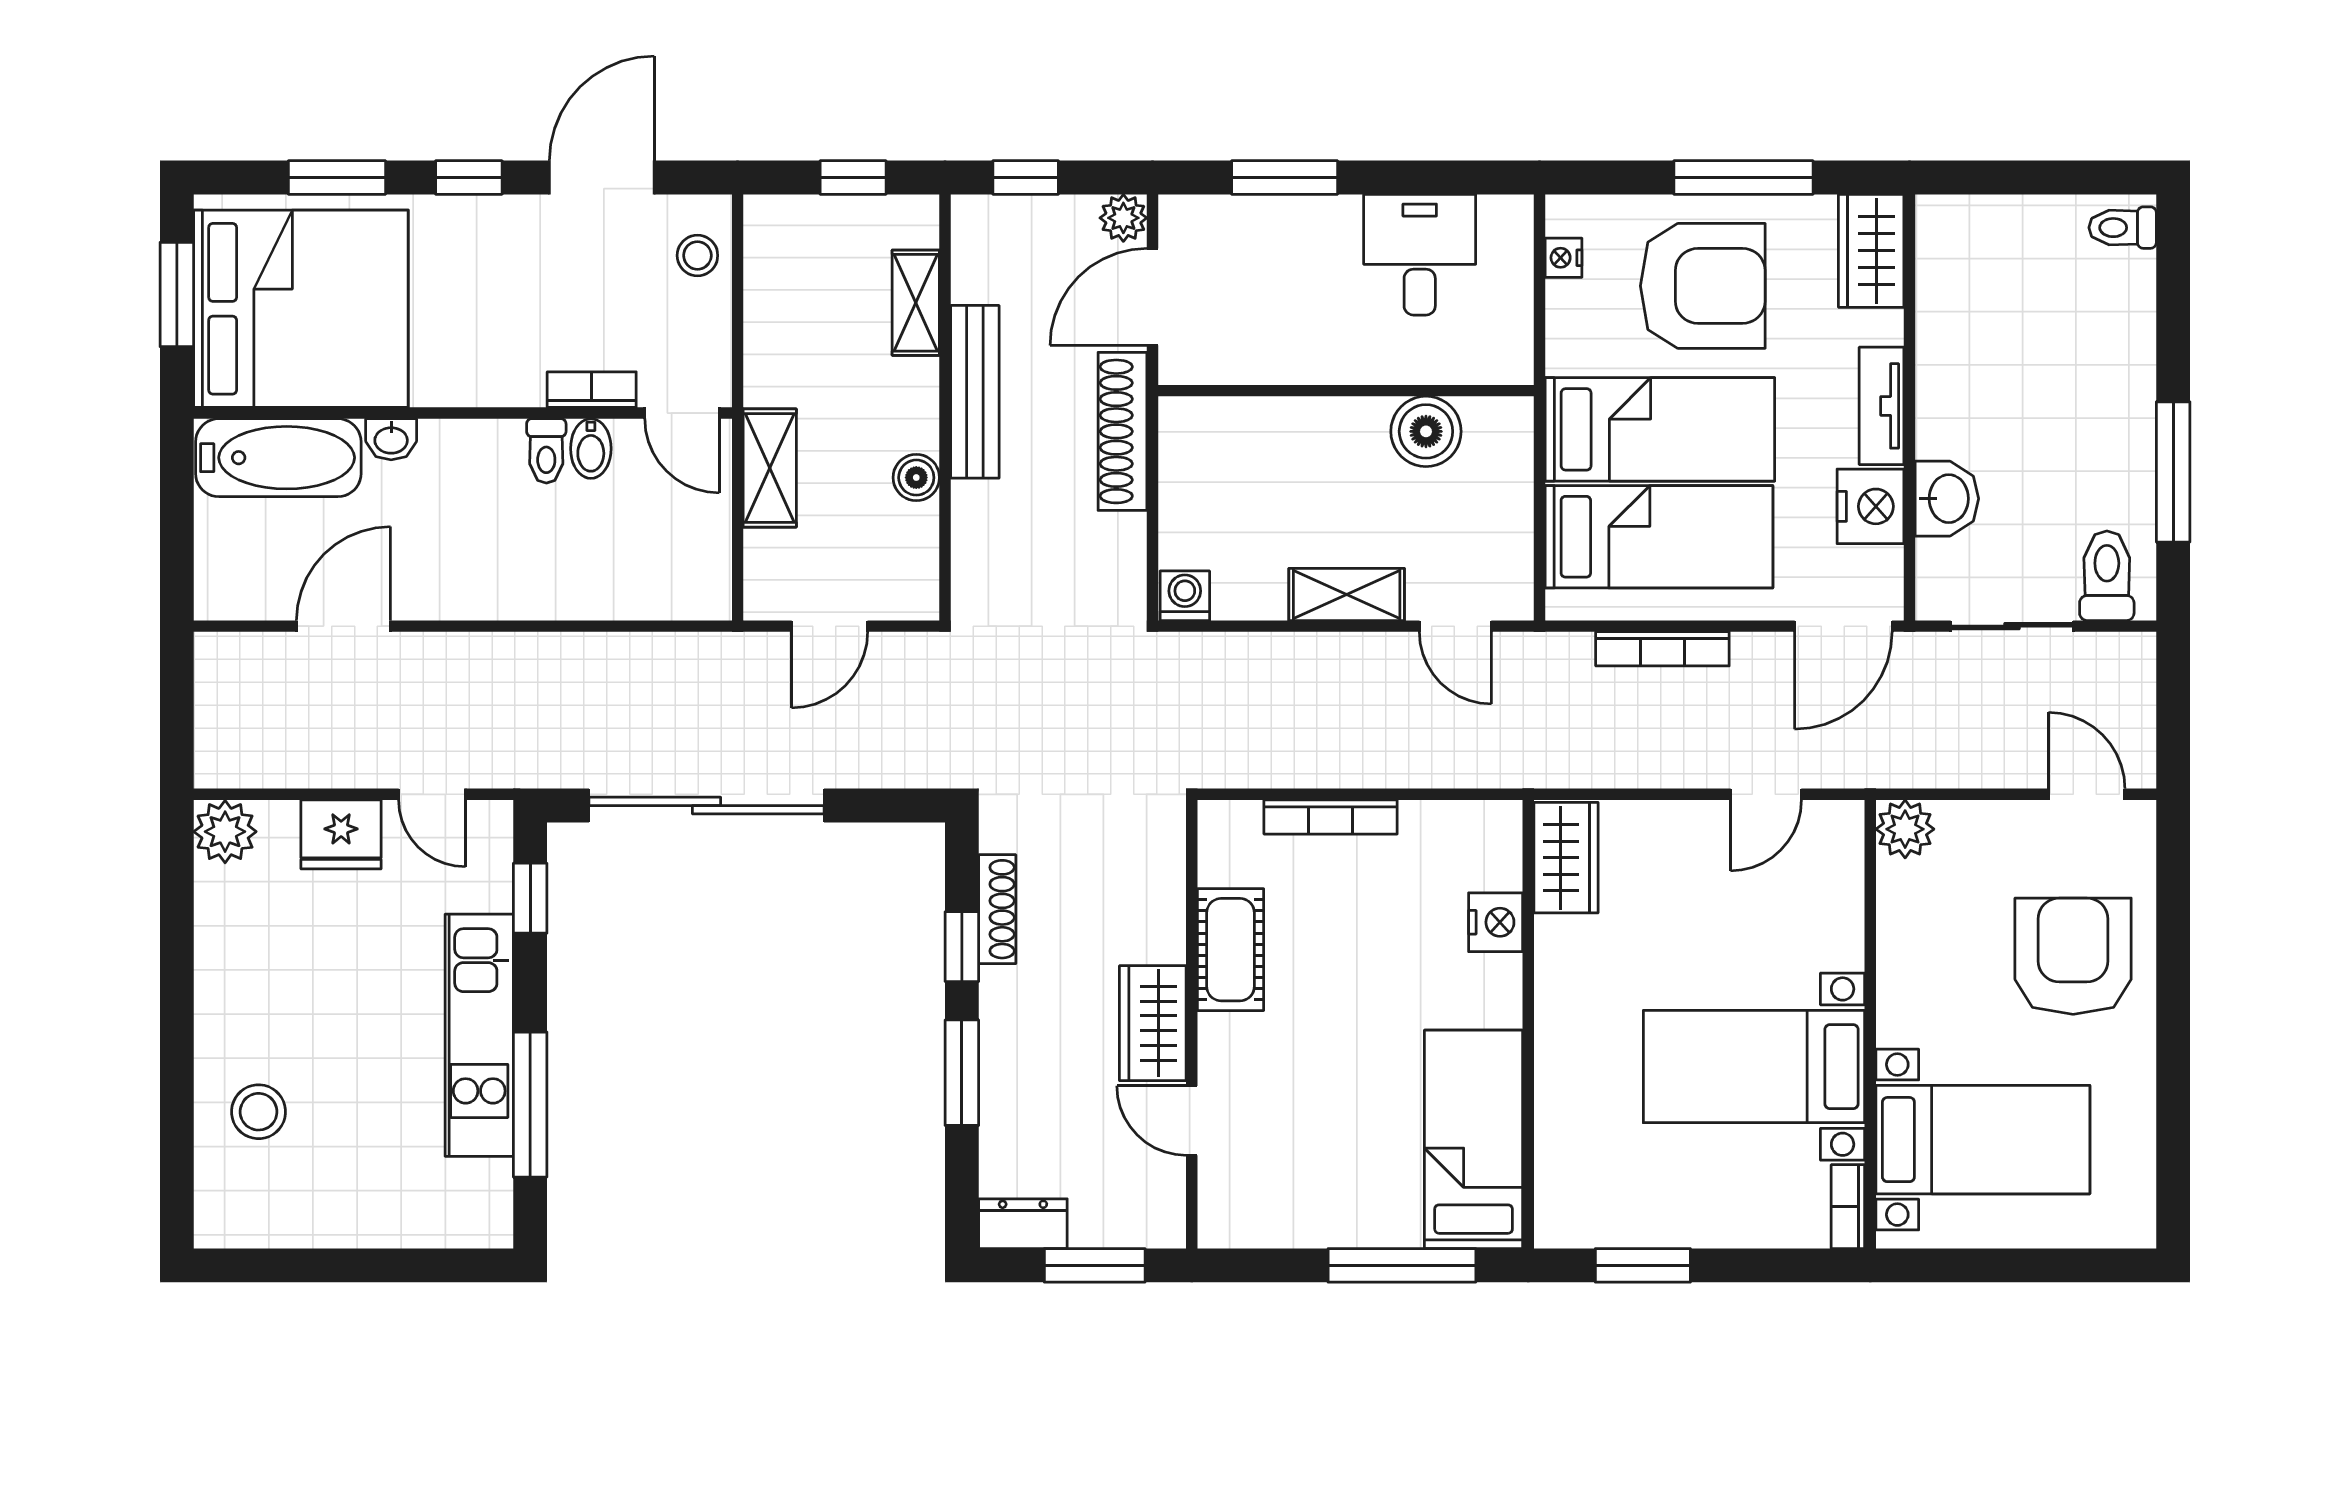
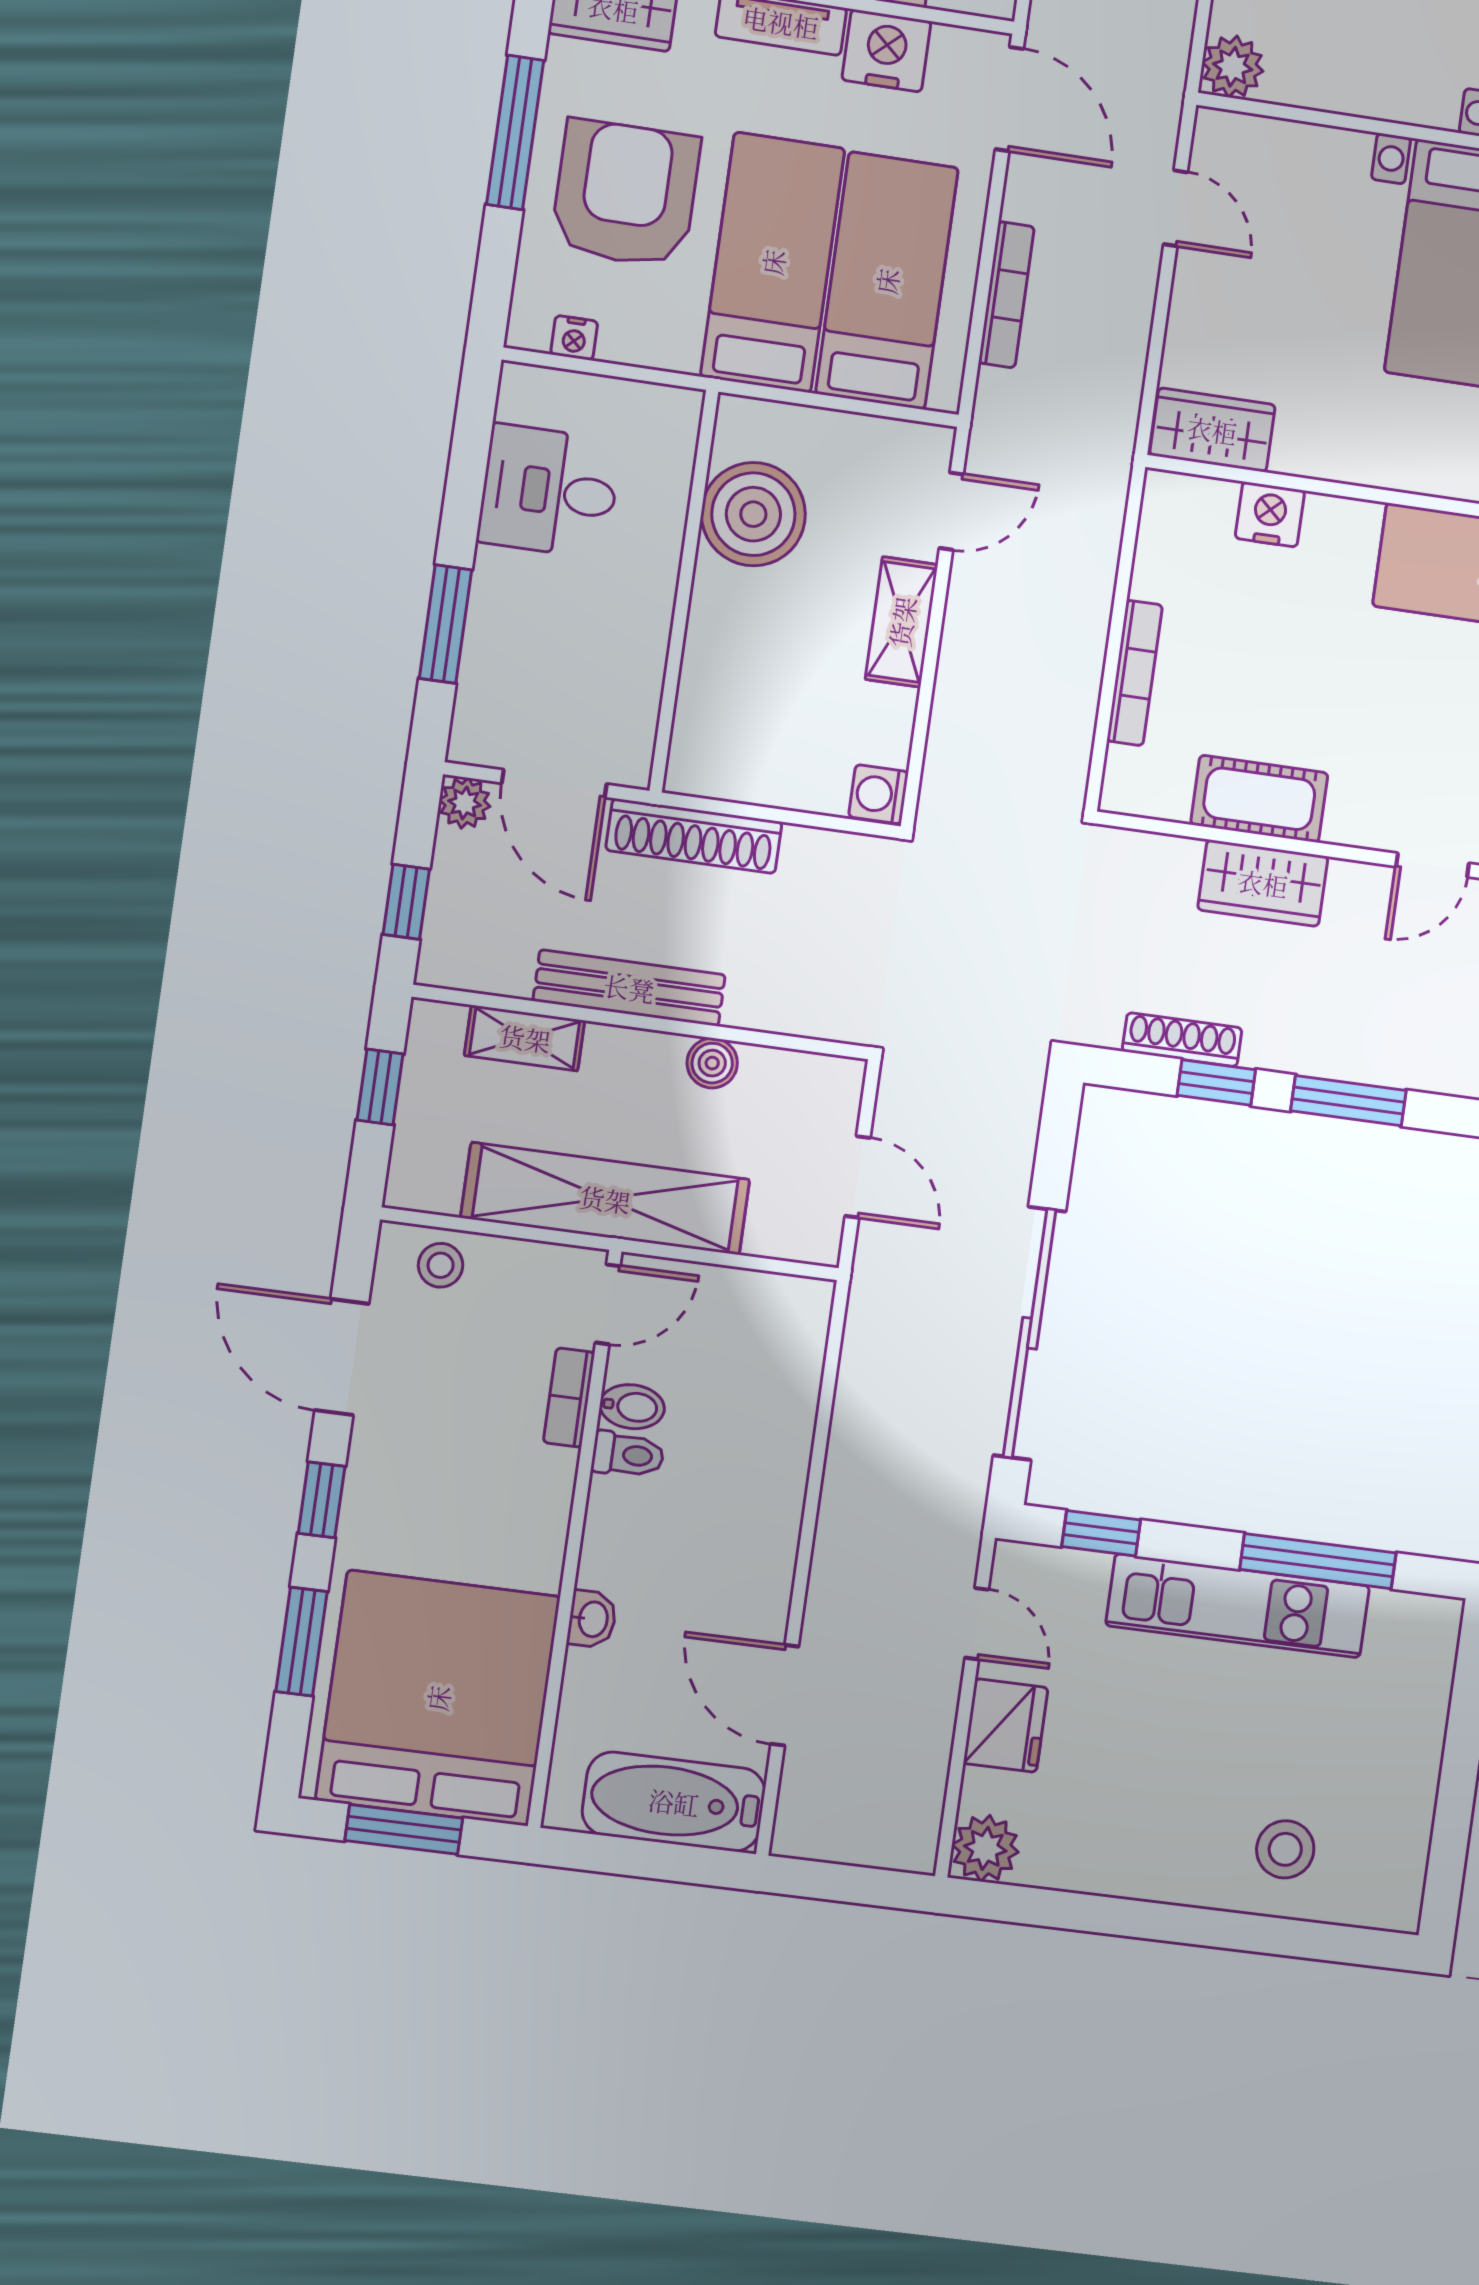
boiler: (1426, 431) -> (753, 514), width x1.37, depth x1.37
bathtub: (278, 458) -> (674, 1802), moved, turned -90
shelving: (770, 468) -> (605, 1199), width x2.20, depth x1.33
door: (432, 794) -> (977, 1624), hinge flipped
wardrobe: (1153, 1023) -> (1263, 883), moved

